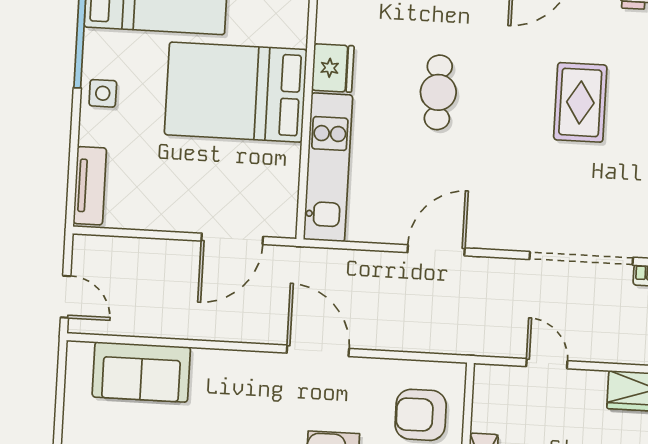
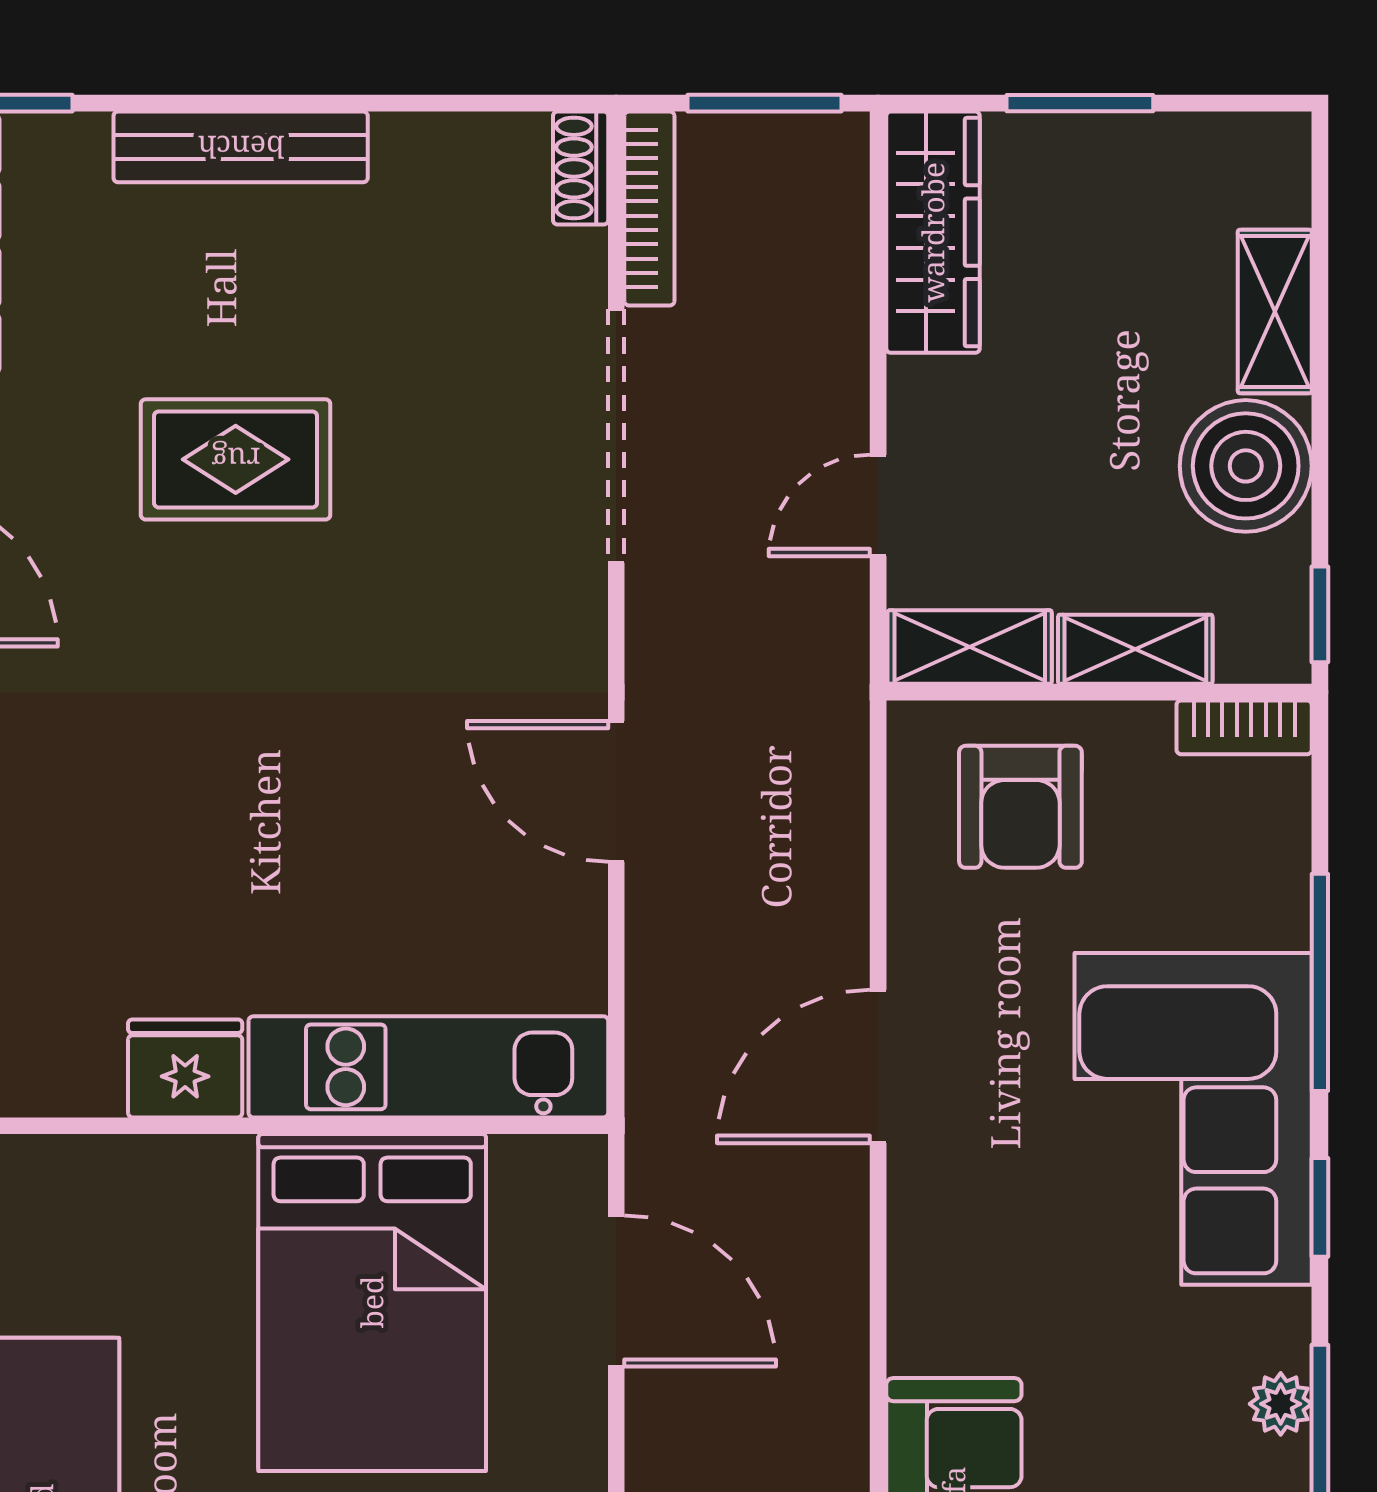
bed: (236, 92) -> (372, 1302), moved
cafe table: (438, 92) -> (230, 808), removed
shelving: (487, 398) -> (970, 647), added

